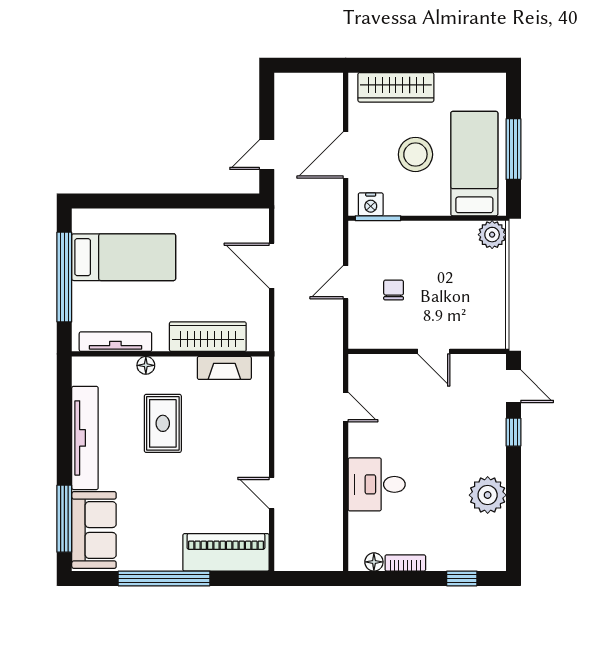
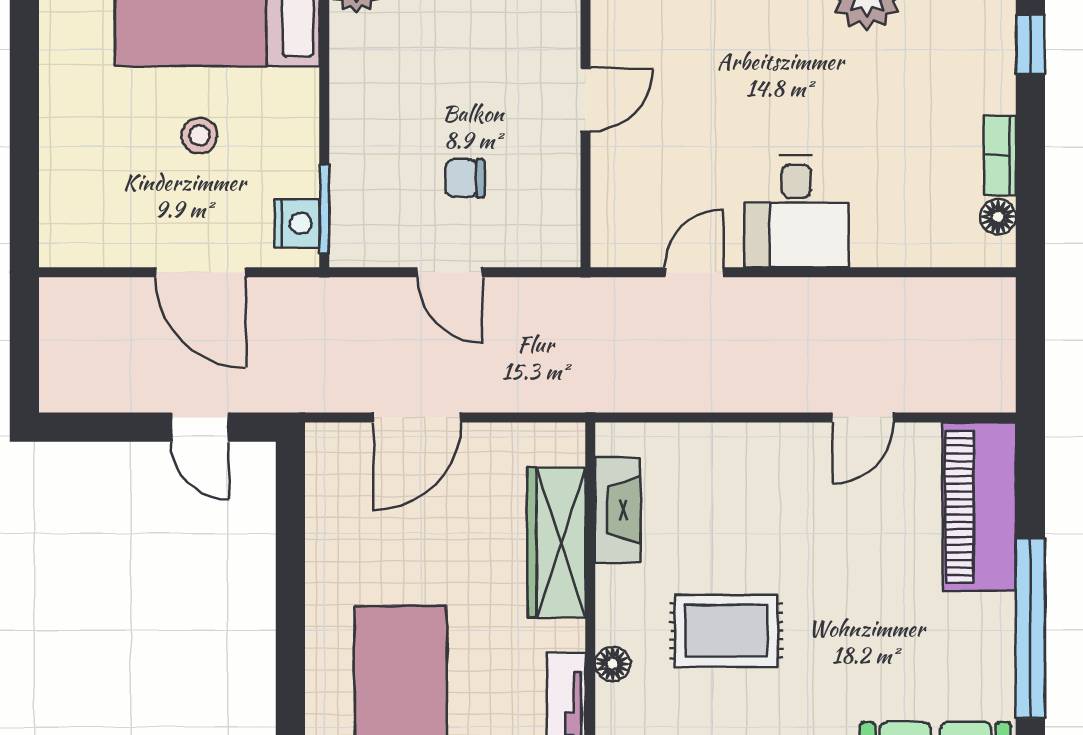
wardrobe: (396, 87) -> (68, 174), removed
stool: (415, 154) -> (199, 135), width x0.53, depth x0.53
desk: (377, 484) -> (796, 212), moved

